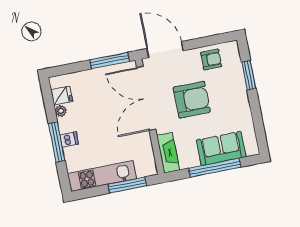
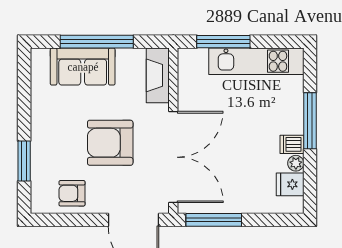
dishwasher: (69, 139) -> (292, 144), moved

